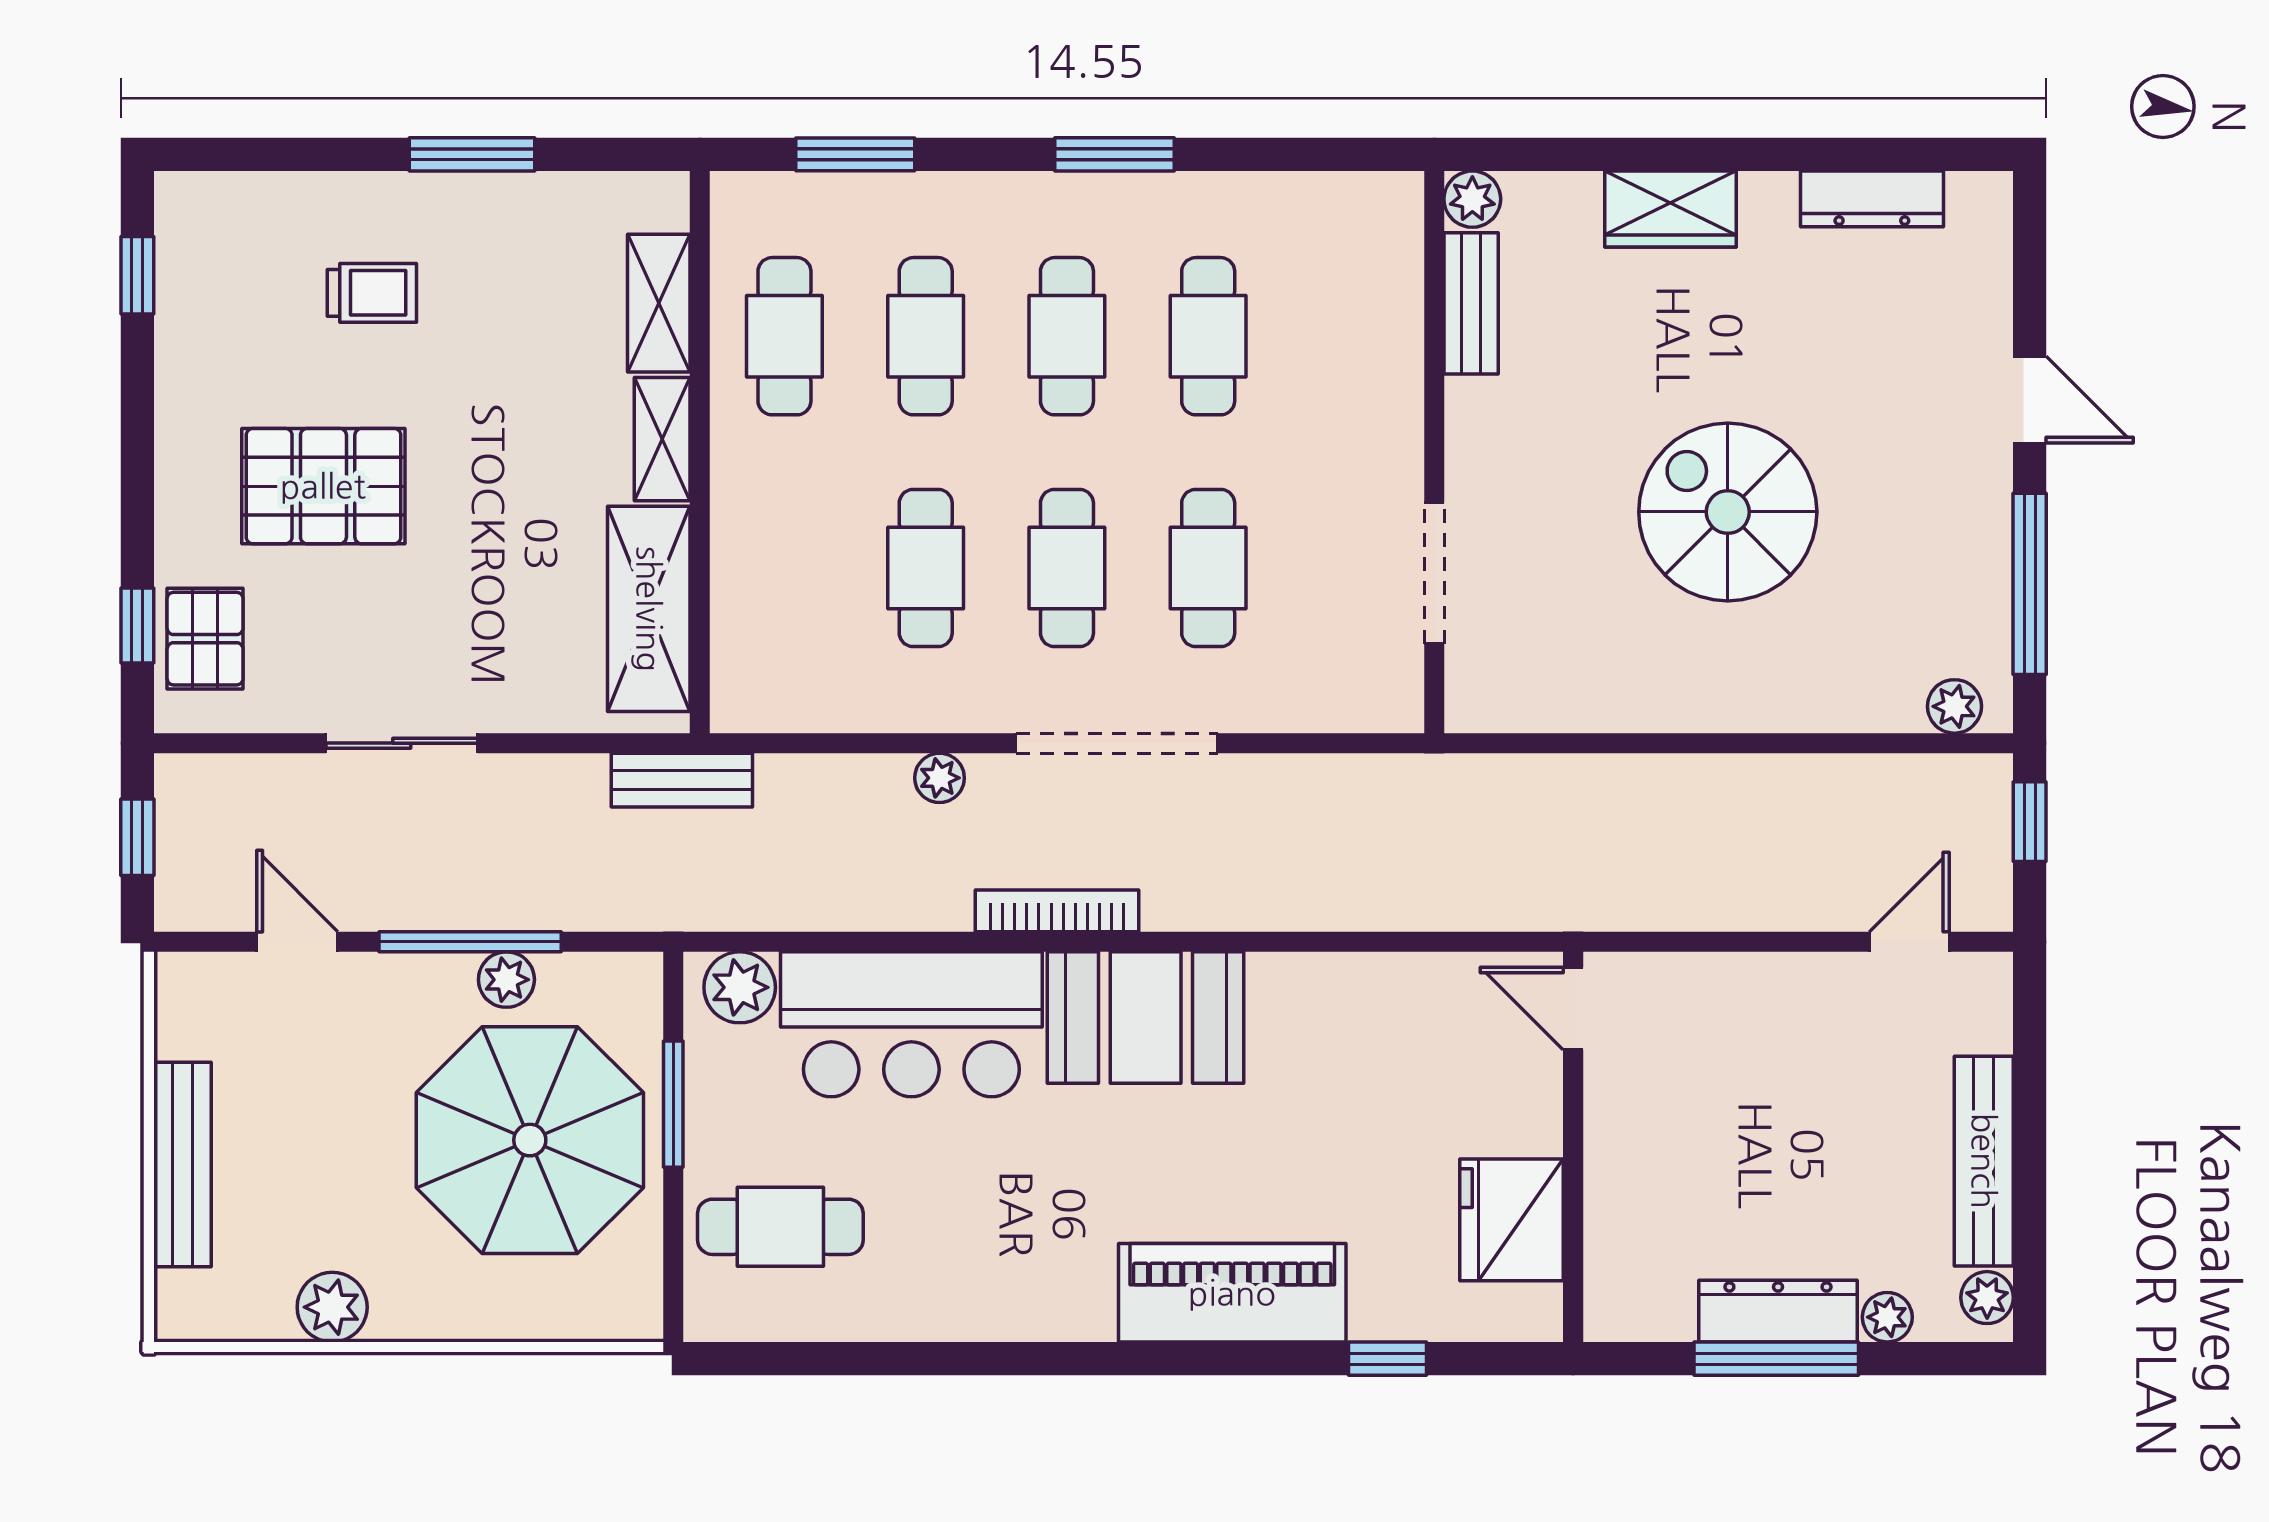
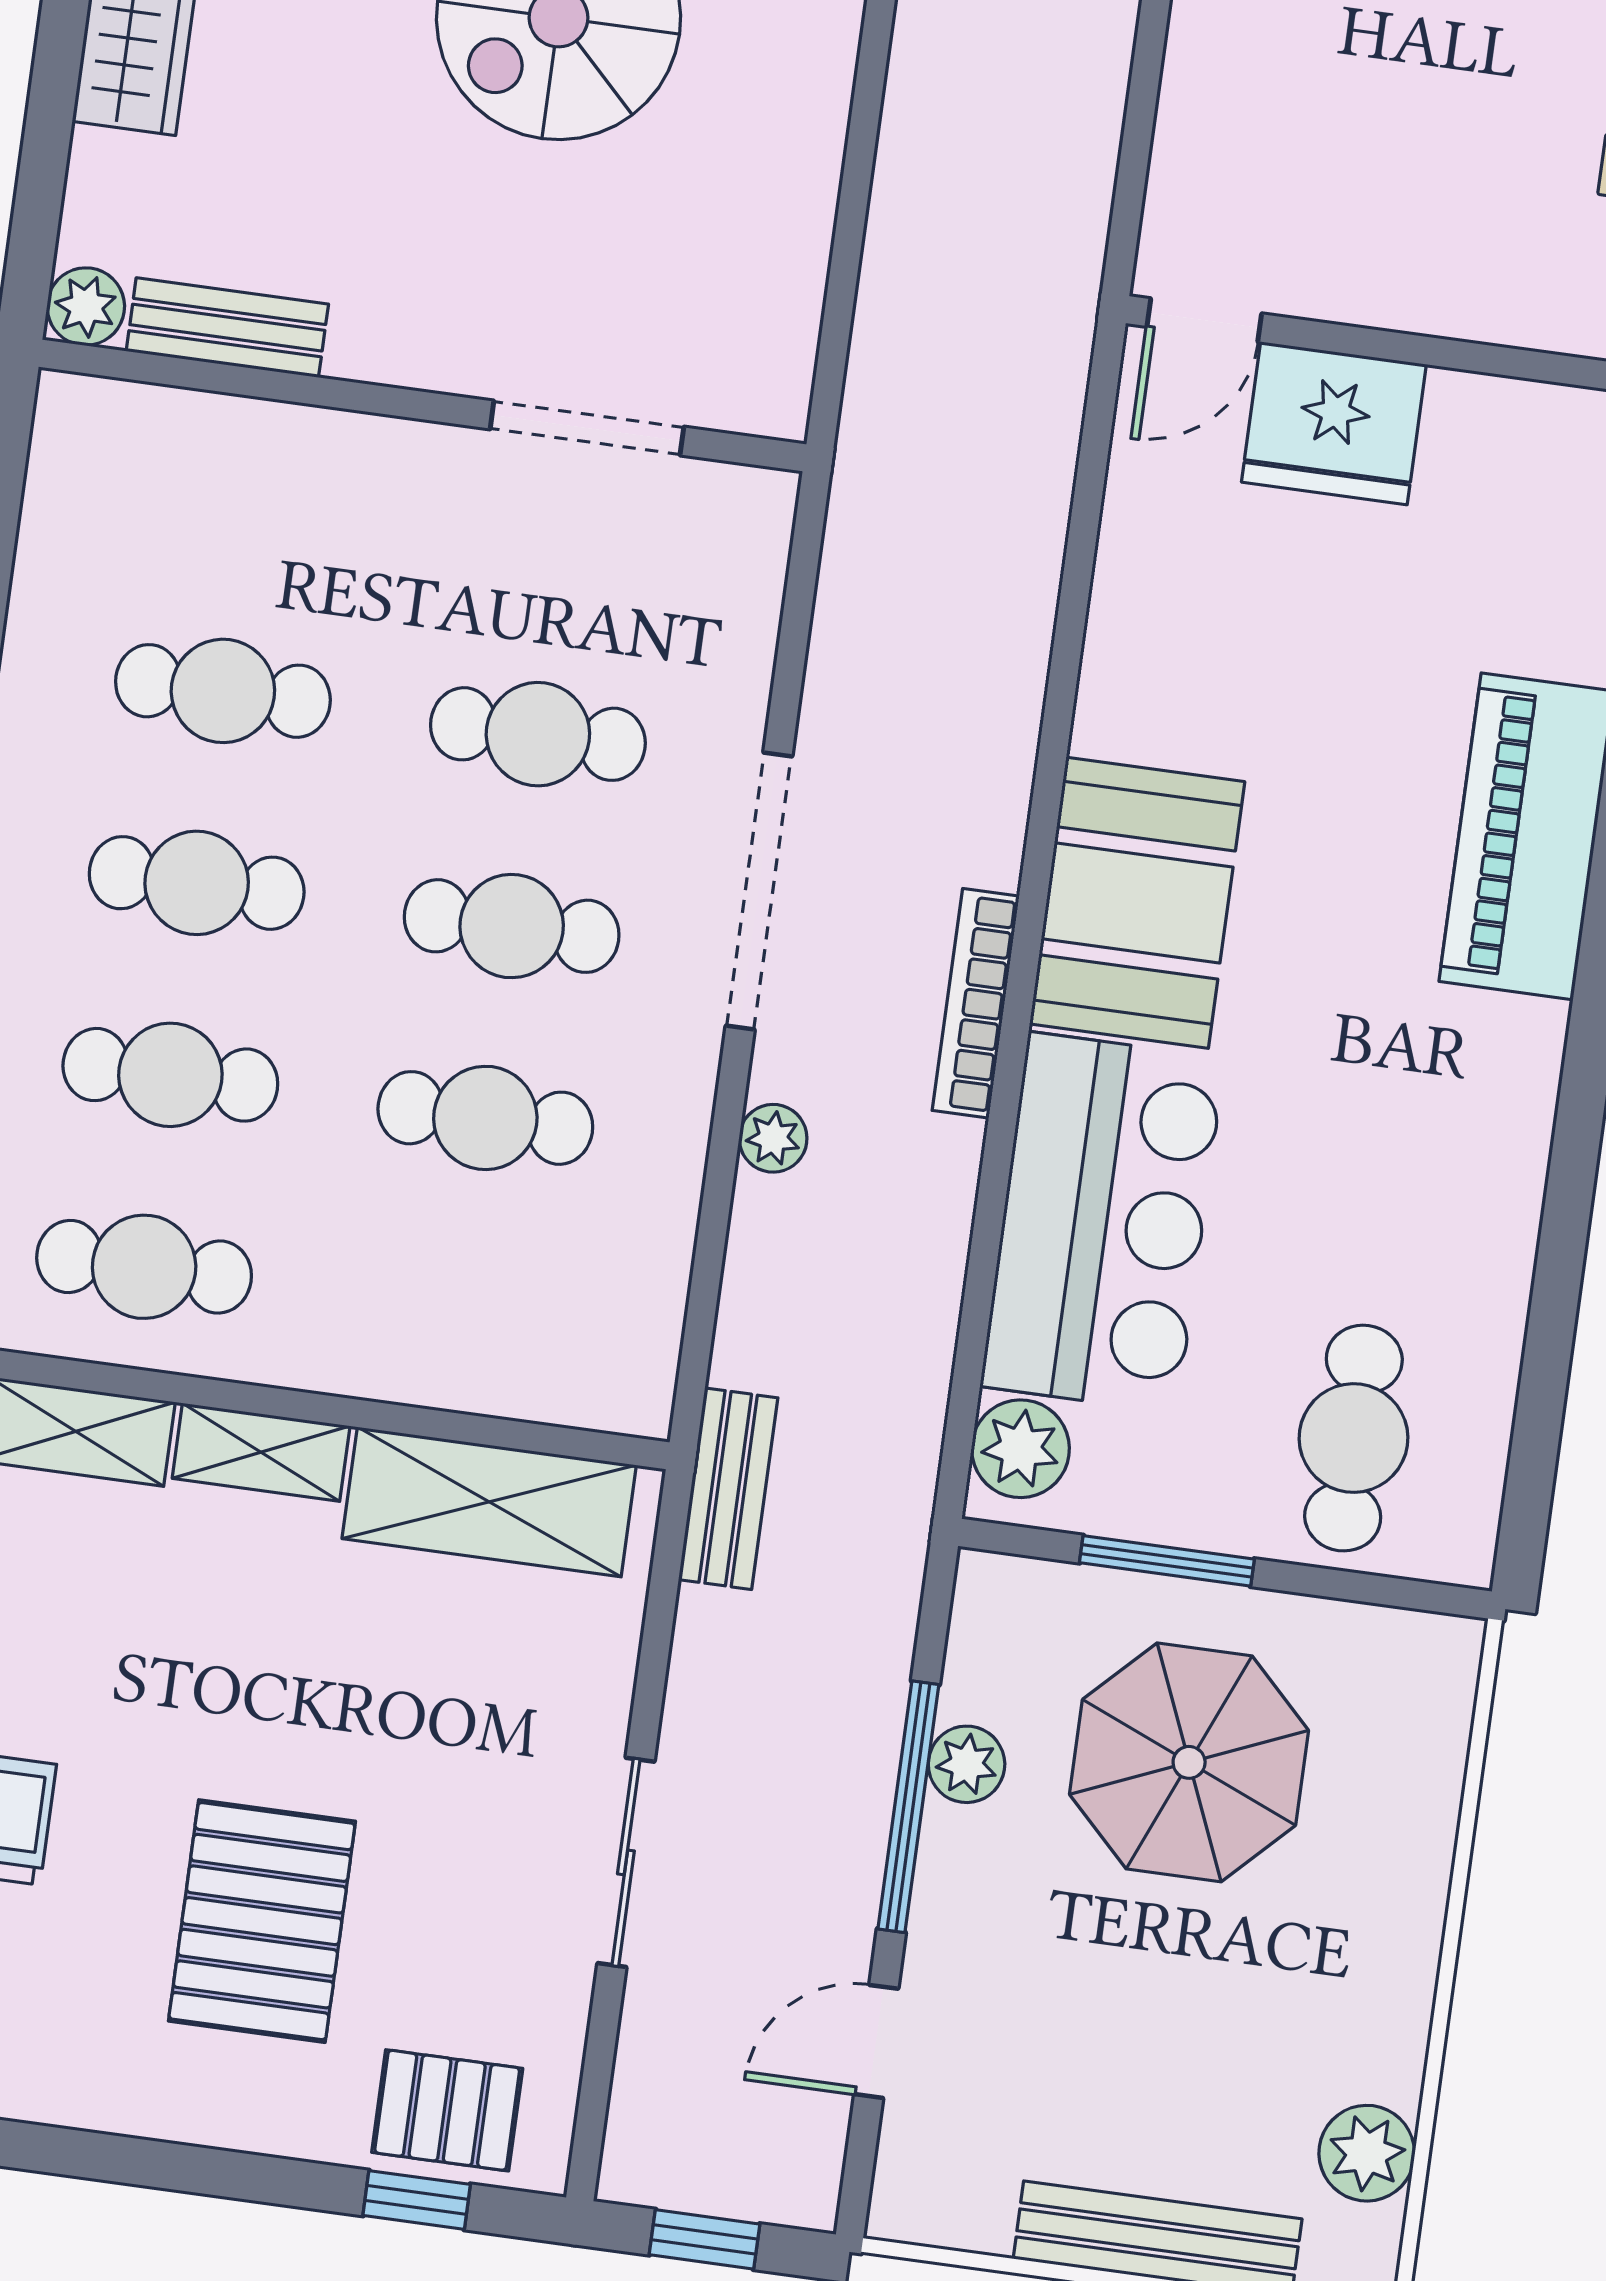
parasol: (530, 1140) -> (1189, 1762), width x0.73, depth x0.73
fridge: (1512, 1220) -> (1334, 423), moved
plant: (332, 1307) -> (1367, 2153), moved

